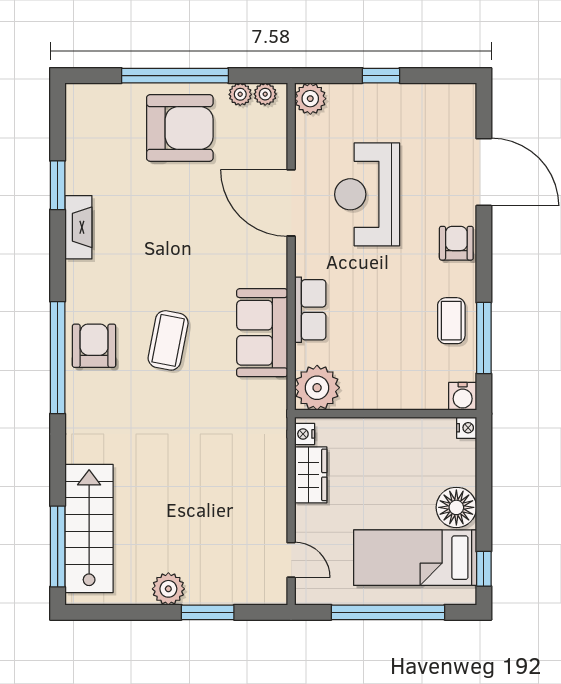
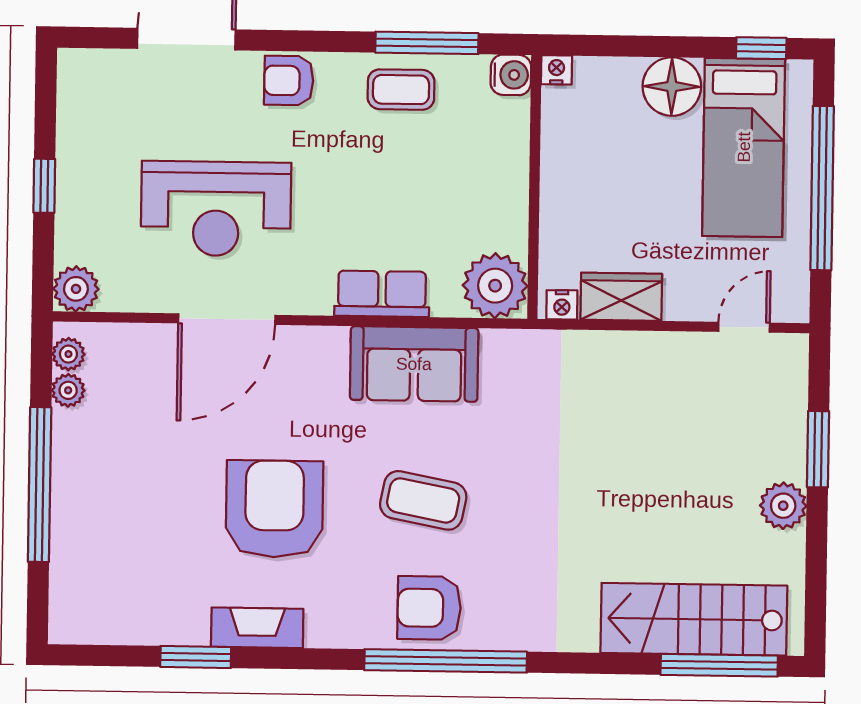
armchair: (180, 128) -> (274, 509), moved

